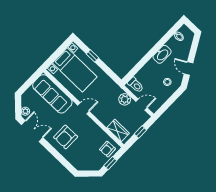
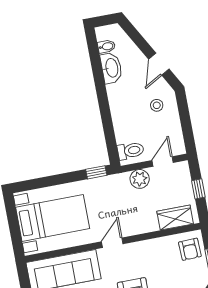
washbasin: (162, 54) -> (111, 68), moved
window: (92, 56) -> (96, 172), moved
door: (188, 69) -> (159, 64), hinge flipped

